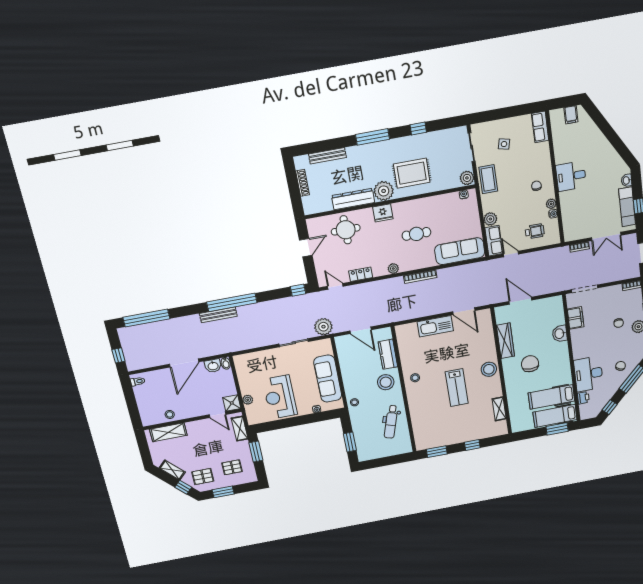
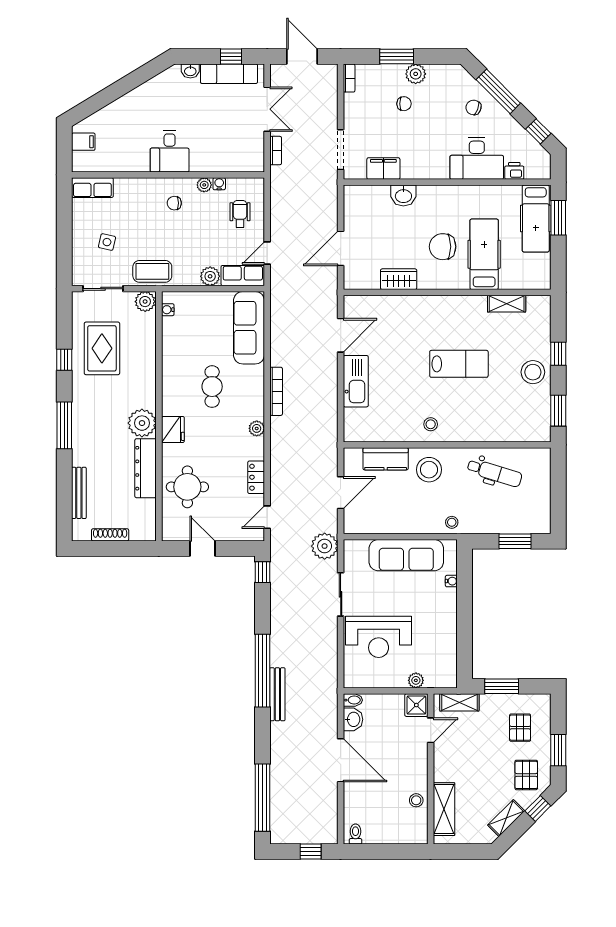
rug: (412, 173) -> (102, 348), moved
wardrobe: (505, 341) -> (399, 279), width x0.67
stool: (489, 369) -> (533, 372), moved
reception desk: (280, 397) -> (379, 637), moved
hospital bed: (551, 397) -> (484, 254), moved, turned 180

